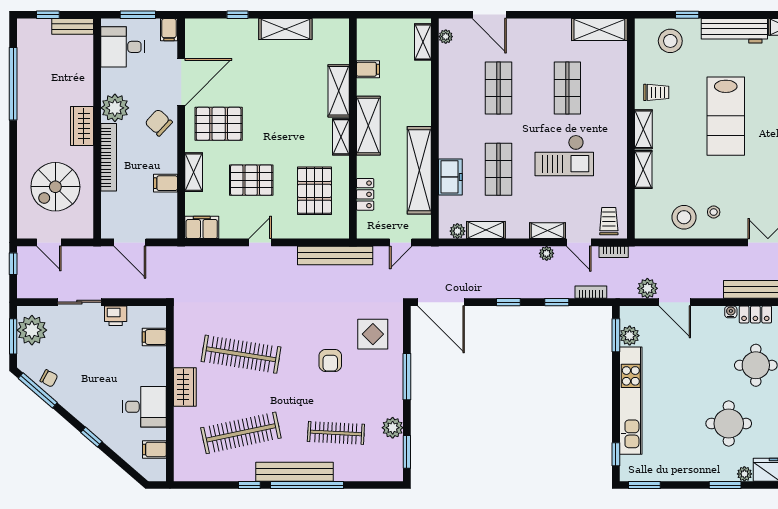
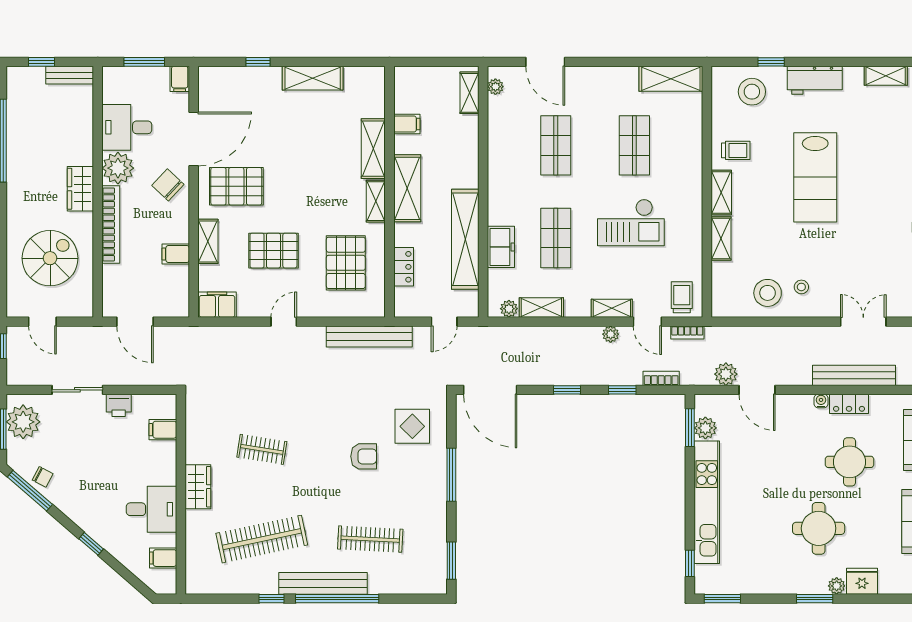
workbench: (734, 31) -> (815, 80), width x0.73
desk: (123, 47) -> (127, 127), moved
spiral stairs: (55, 187) -> (50, 258), turned 180
clothes rail: (241, 354) -> (262, 449), width x0.54, depth x0.76
armchair: (330, 360) -> (364, 456), turned -90
plant: (393, 428) -> (435, 533), removed

